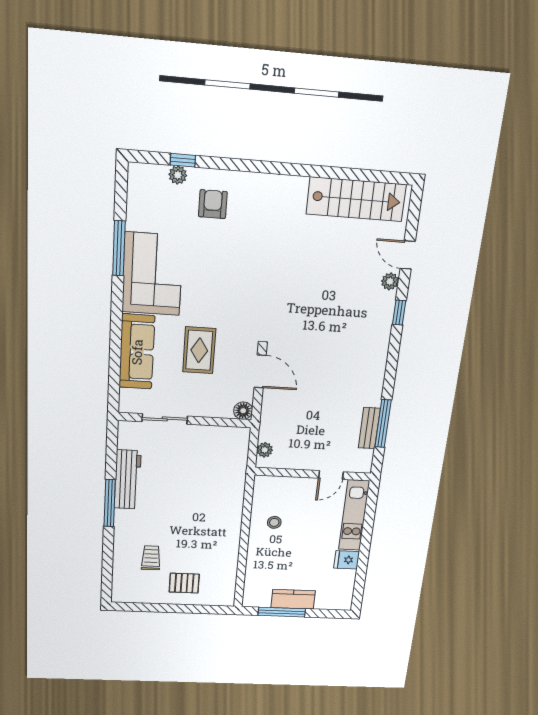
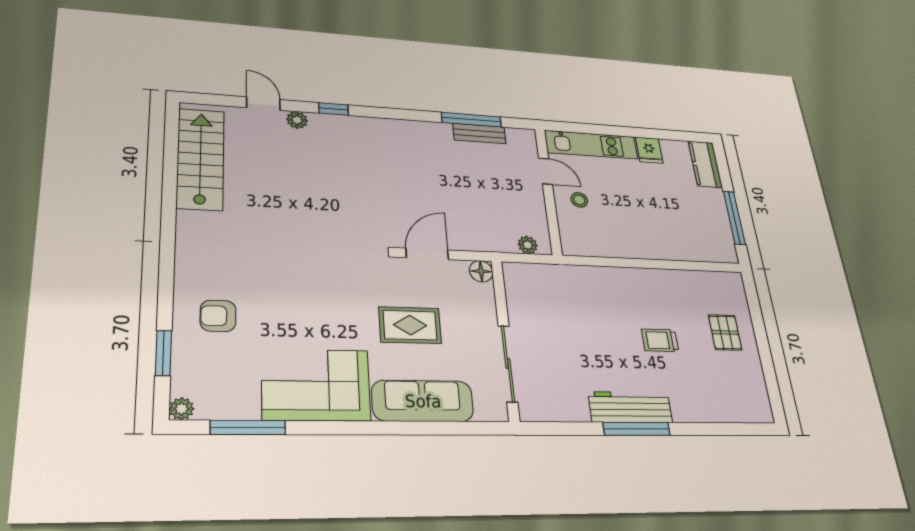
window: (183, 160) -> (163, 353), width x1.50
plant: (178, 175) -> (182, 409), moved
window: (119, 248) -> (248, 427), moved
door: (408, 255) -> (263, 104), swing flipped
sliding door: (165, 419) -> (508, 363), width x1.37
workbench: (128, 480) -> (630, 407), moved
stool: (274, 522) -> (579, 200), moved
trolley: (151, 558) -> (660, 340), moved
kitchen counter: (293, 599) -> (705, 164), moved

